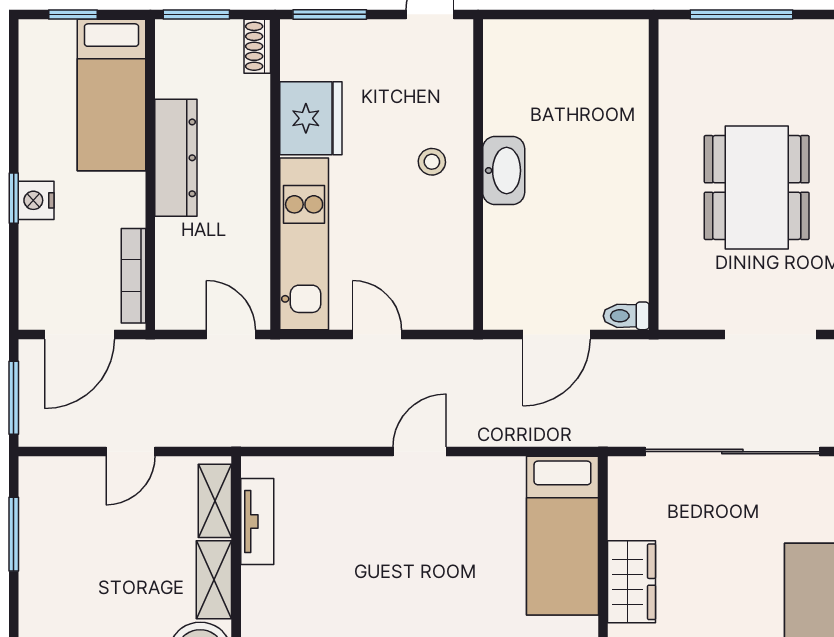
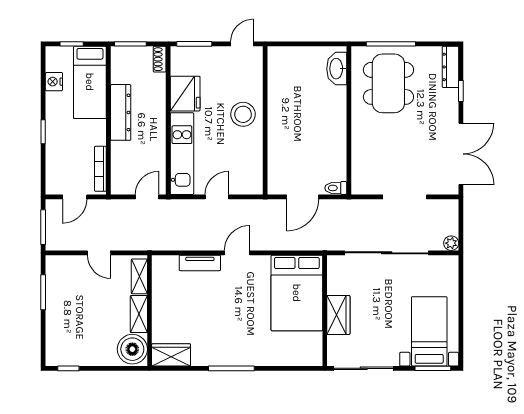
stool: (432, 162) -> (243, 114), width x1.89, depth x1.89
washbasin: (504, 171) -> (337, 69), moved, turned 180
dining table: (757, 188) -> (388, 83), moved
nightstand: (36, 200) -> (54, 82), moved
door: (80, 334) -> (75, 197), width x0.73
door: (231, 334) -> (147, 197), hinge flipped
door: (377, 334) -> (217, 197), hinge flipped
door: (130, 452) -> (99, 253), hinge flipped
tv unit: (257, 522) -> (200, 263), moved, turned 90
bed: (562, 536) -> (297, 293), width x1.50

